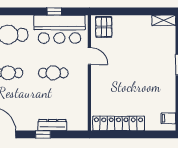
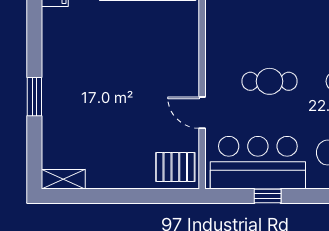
pallet: (104, 27) -> (175, 167), turned 90

